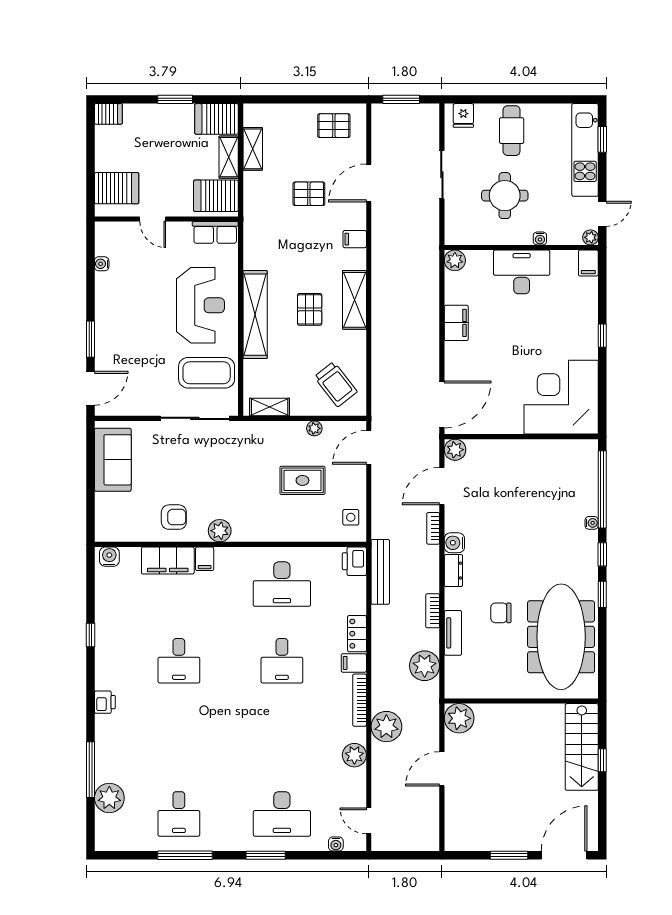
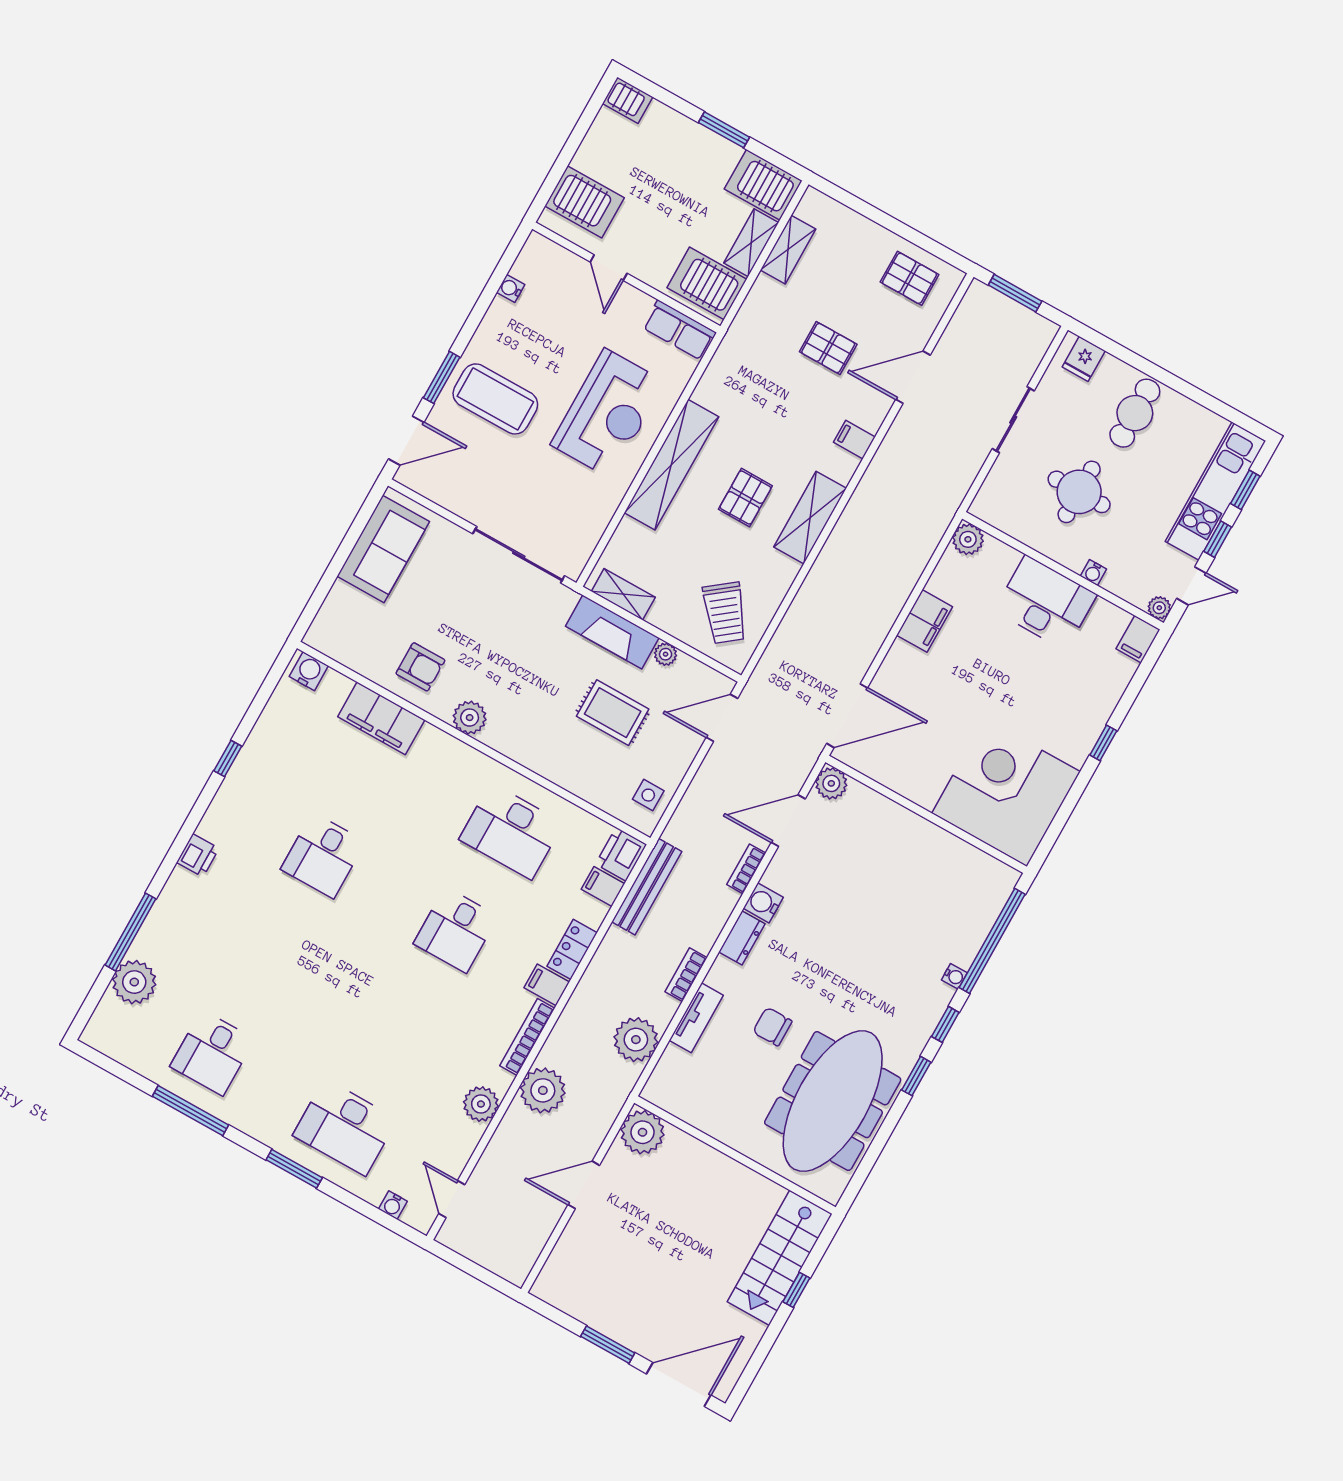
window: (602, 178) -> (1218, 539), added
coffee table: (207, 373) -> (495, 399), moved
fireplace: (276, 433) -> (612, 632), added
filing cabinet: (205, 559) -> (603, 886), moved, turned 90

